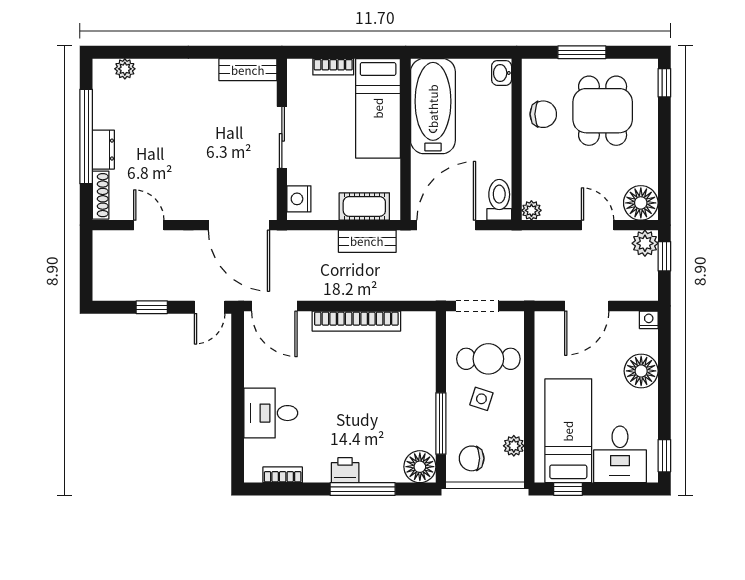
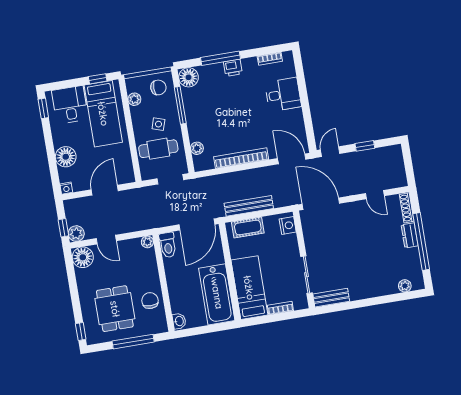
window: (582, 52) -> (133, 342), width x1.44
chair: (543, 114) -> (150, 301), turned 90
sliding door: (282, 137) -> (306, 275), moved
bench: (367, 241) -> (249, 206), width x1.36
plant: (425, 349) -> (197, 148), added

